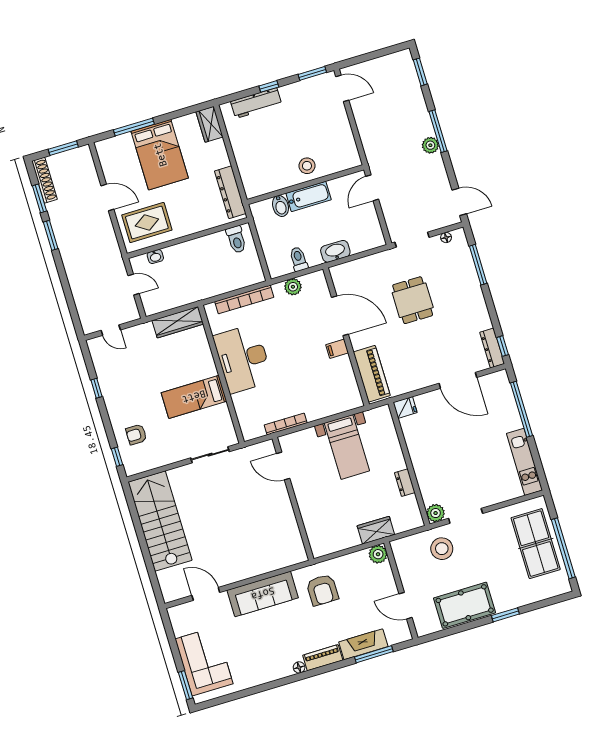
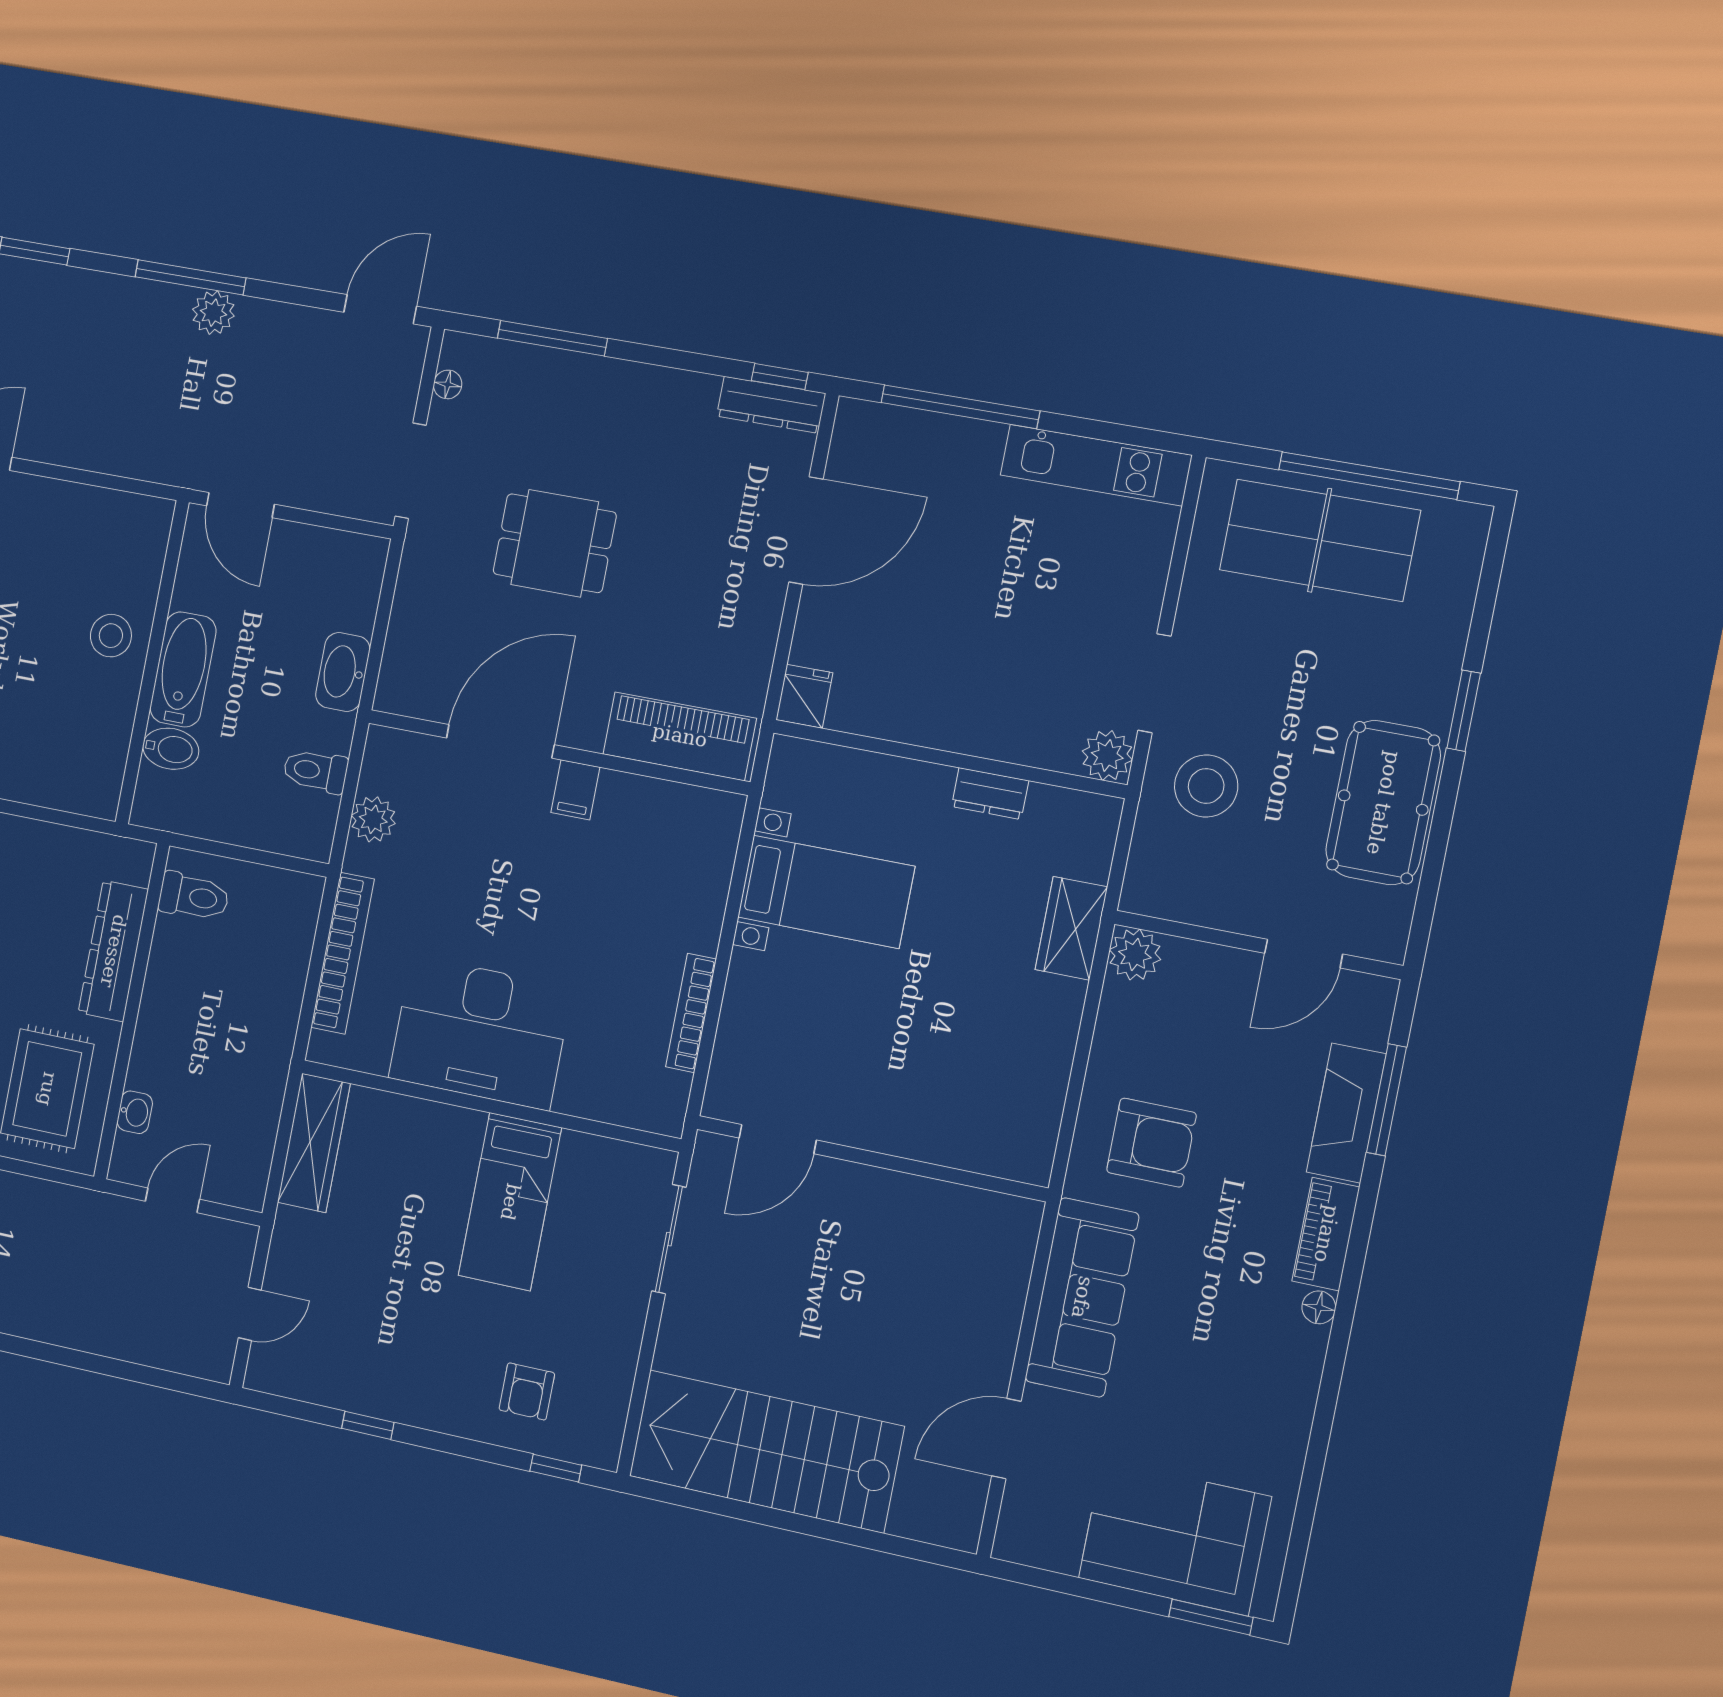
dresser: (230, 192) -> (113, 951), moved, turned 90
door: (283, 466) -> (778, 1139), moved
wall: (293, 499) -> (871, 1158), moved

